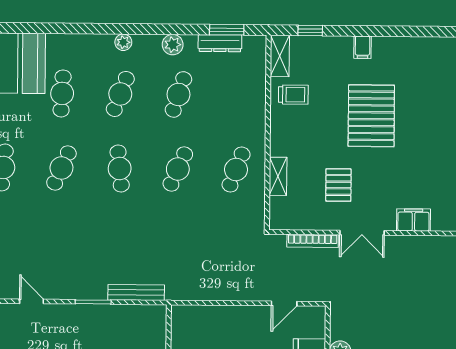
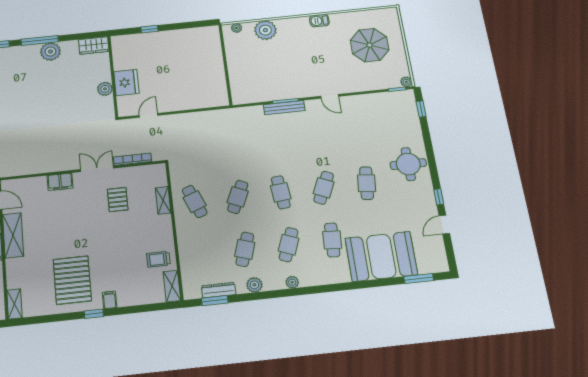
window: (310, 31) -> (94, 314), moved
pallet: (371, 116) -> (72, 280), moved
cafe table: (236, 170) -> (195, 201), turned -42
bench: (136, 292) -> (284, 108), moved

